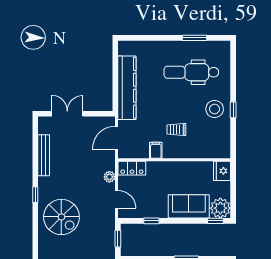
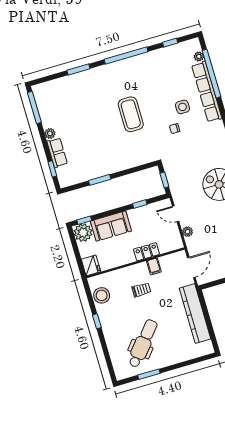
dental chair: (191, 72) -> (143, 343), turned -50
stool: (215, 109) -> (102, 295), moved
locker: (132, 168) -> (146, 252), moved

